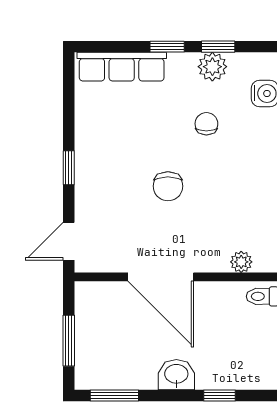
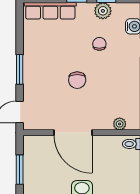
window: (69, 168) -> (20, 69), width x1.50

